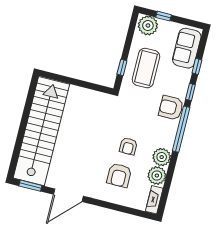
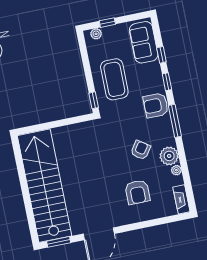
plant: (148, 25) -> (96, 34), width x0.53, depth x0.53
window: (122, 67) -> (94, 100), moved
window: (181, 129) -> (175, 121), width x0.68
armchair: (128, 146) -> (141, 150), moved, turned -145
plant: (157, 176) -> (176, 170), width x0.53, depth x0.53

